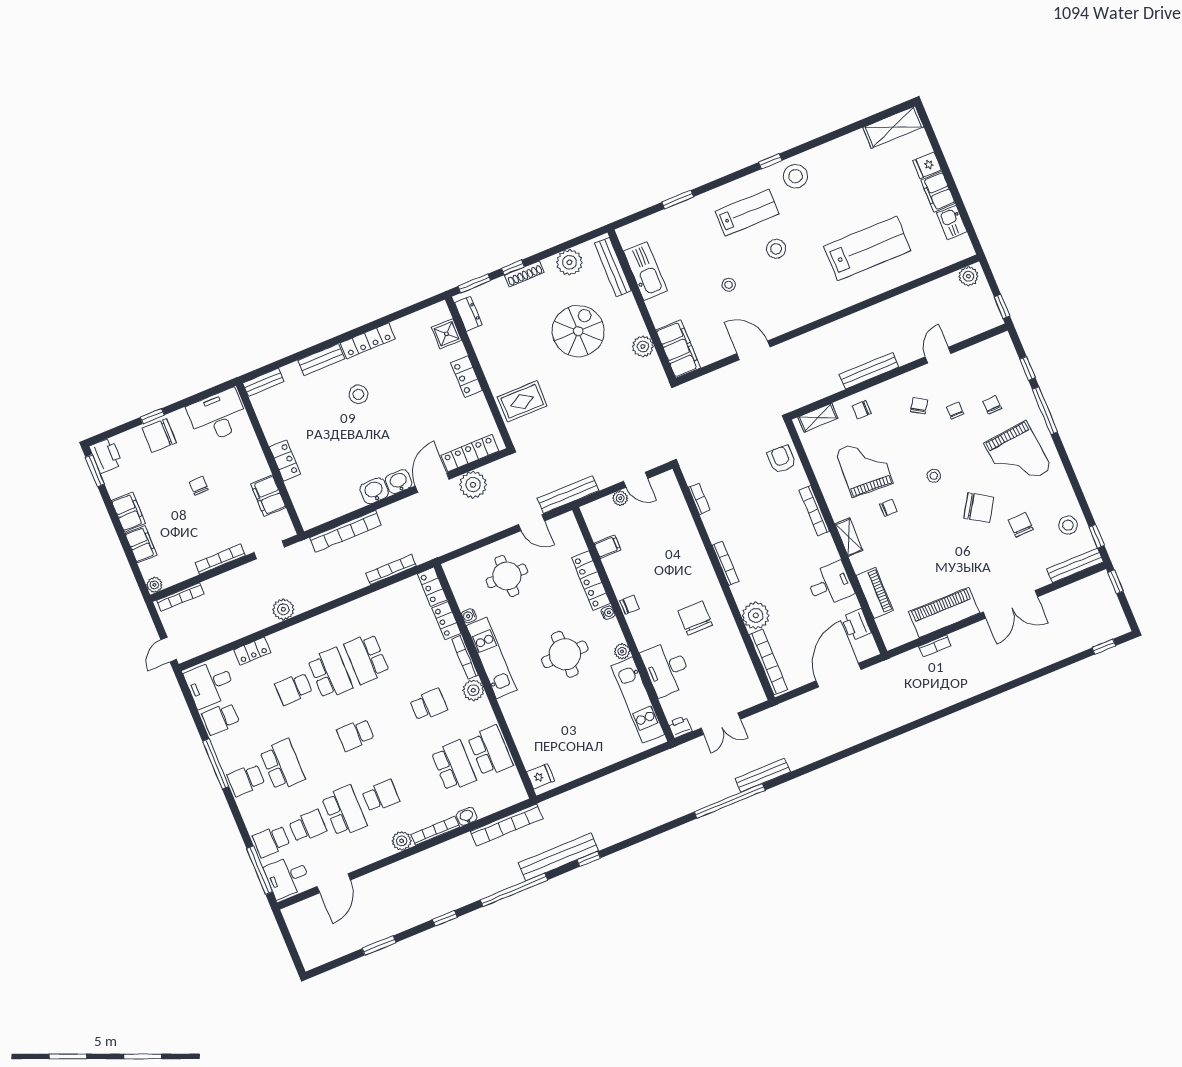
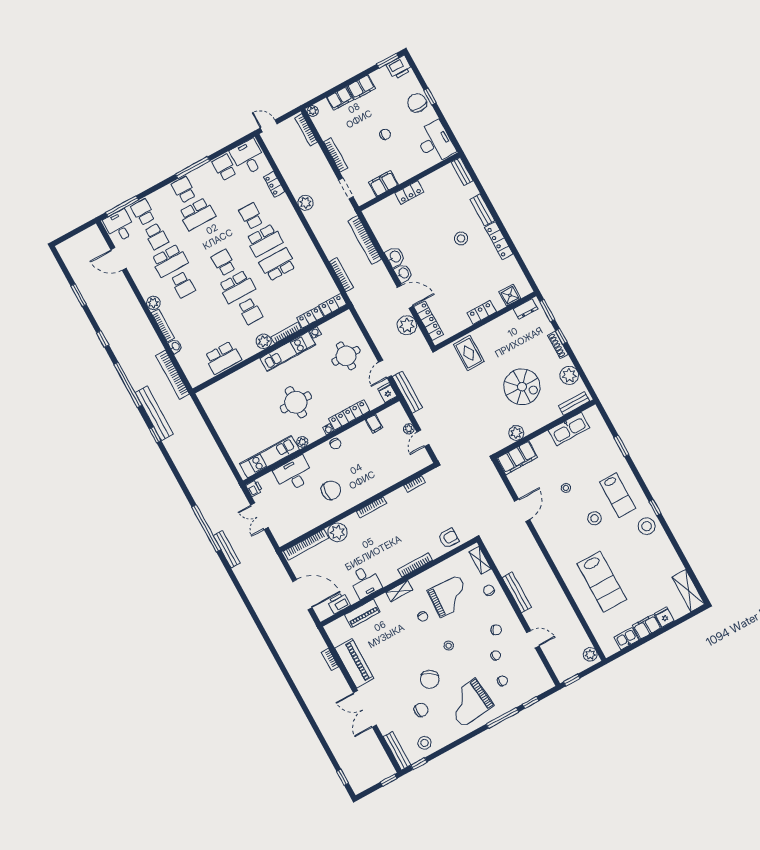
bench: (613, 267) -> (574, 403), width x0.73
school desk: (454, 766) -> (237, 287), moved
fridge: (541, 776) -> (387, 393), moved, turned 180

